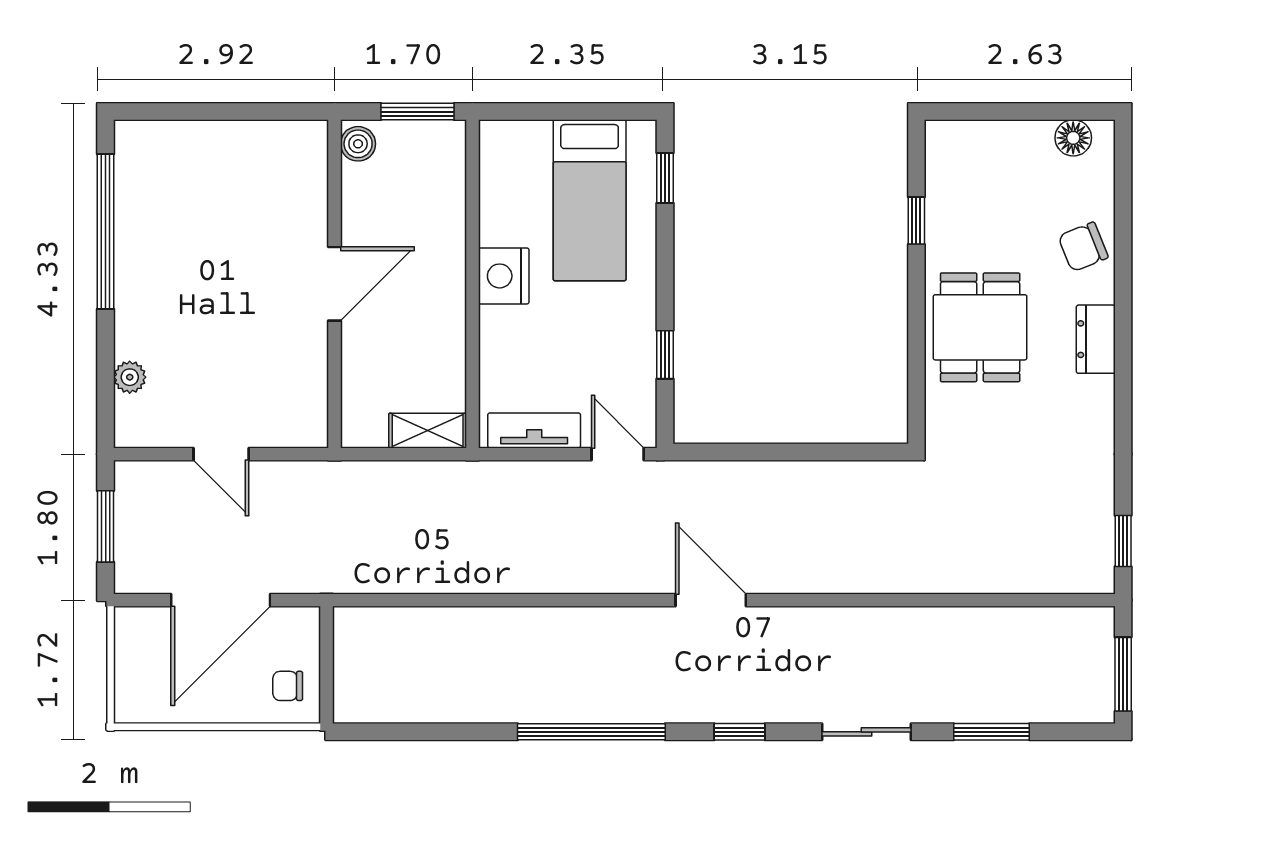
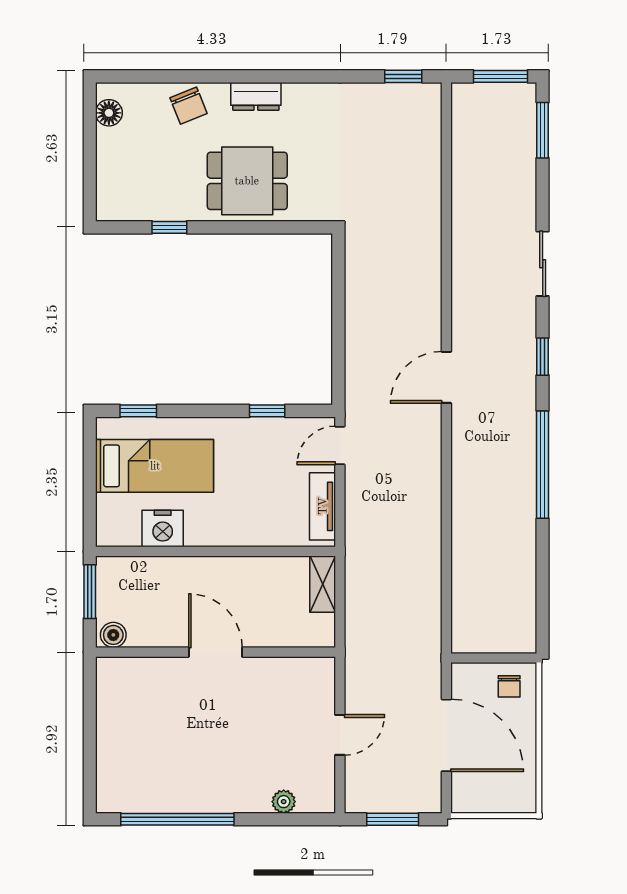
nightstand: (504, 276) -> (163, 529), moved
window: (991, 732) -> (543, 130), moved

